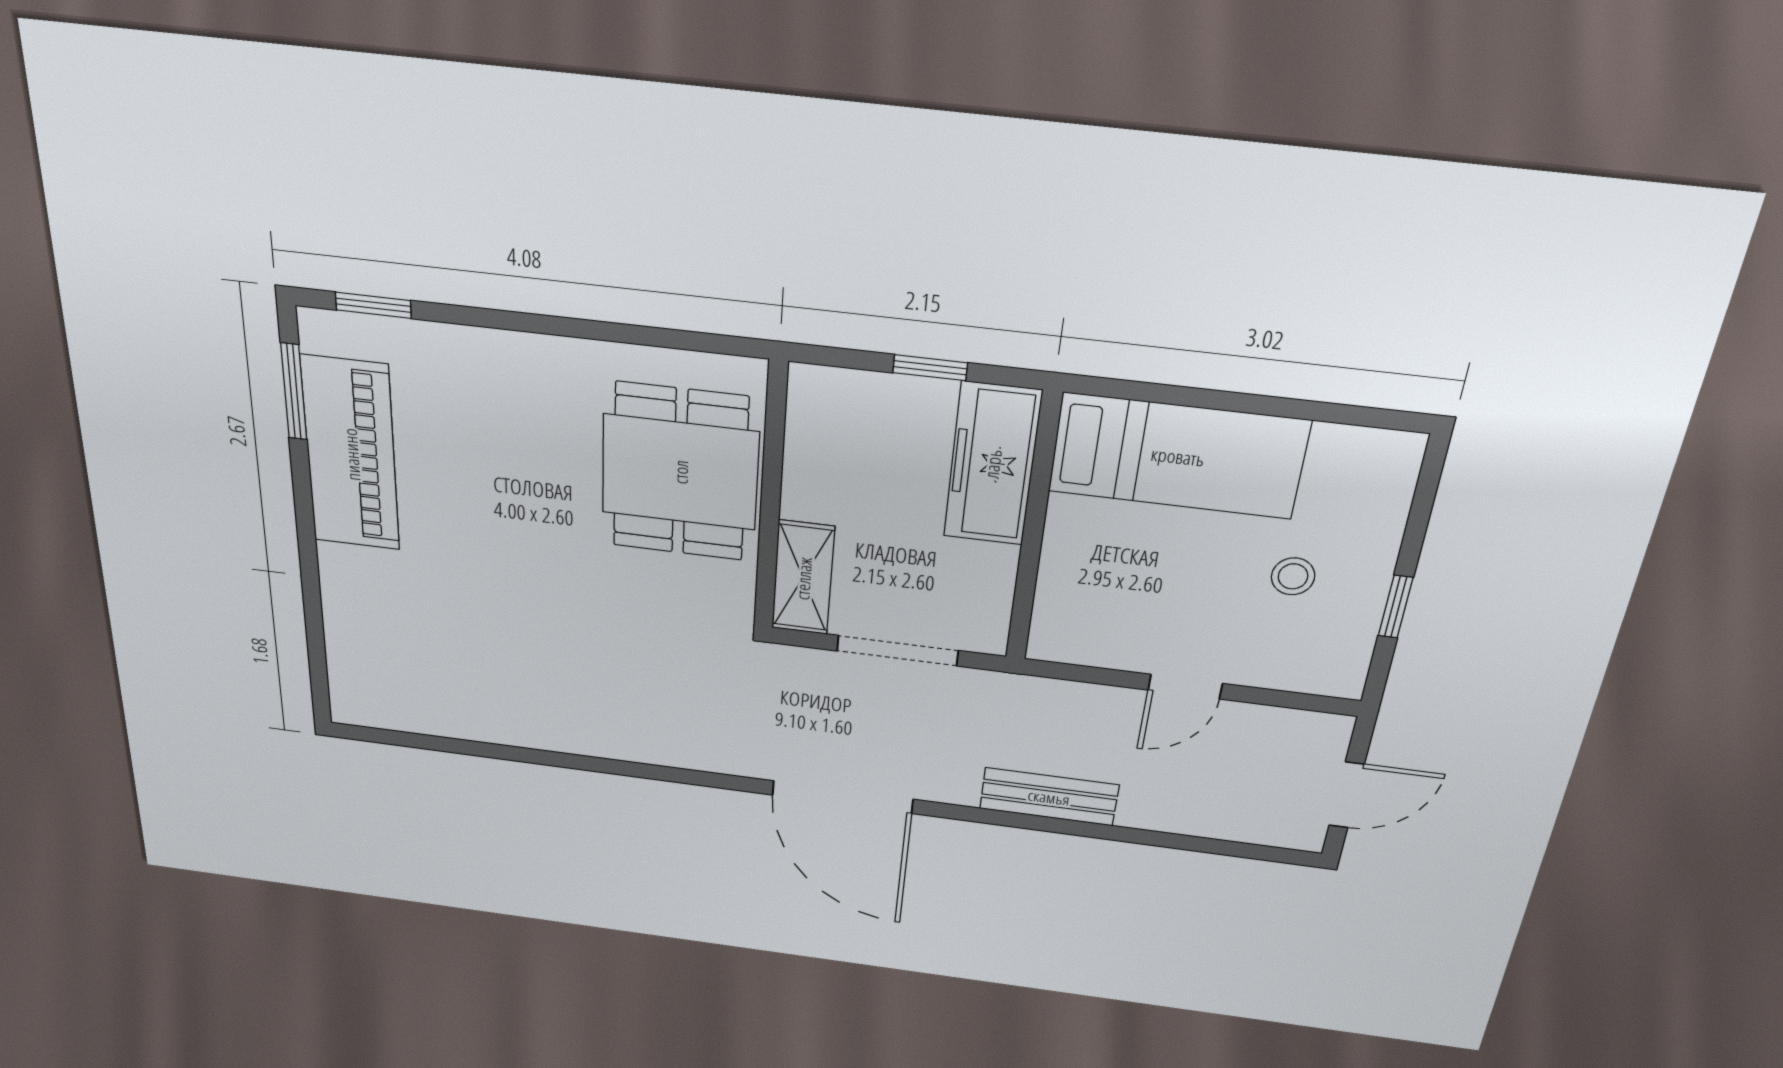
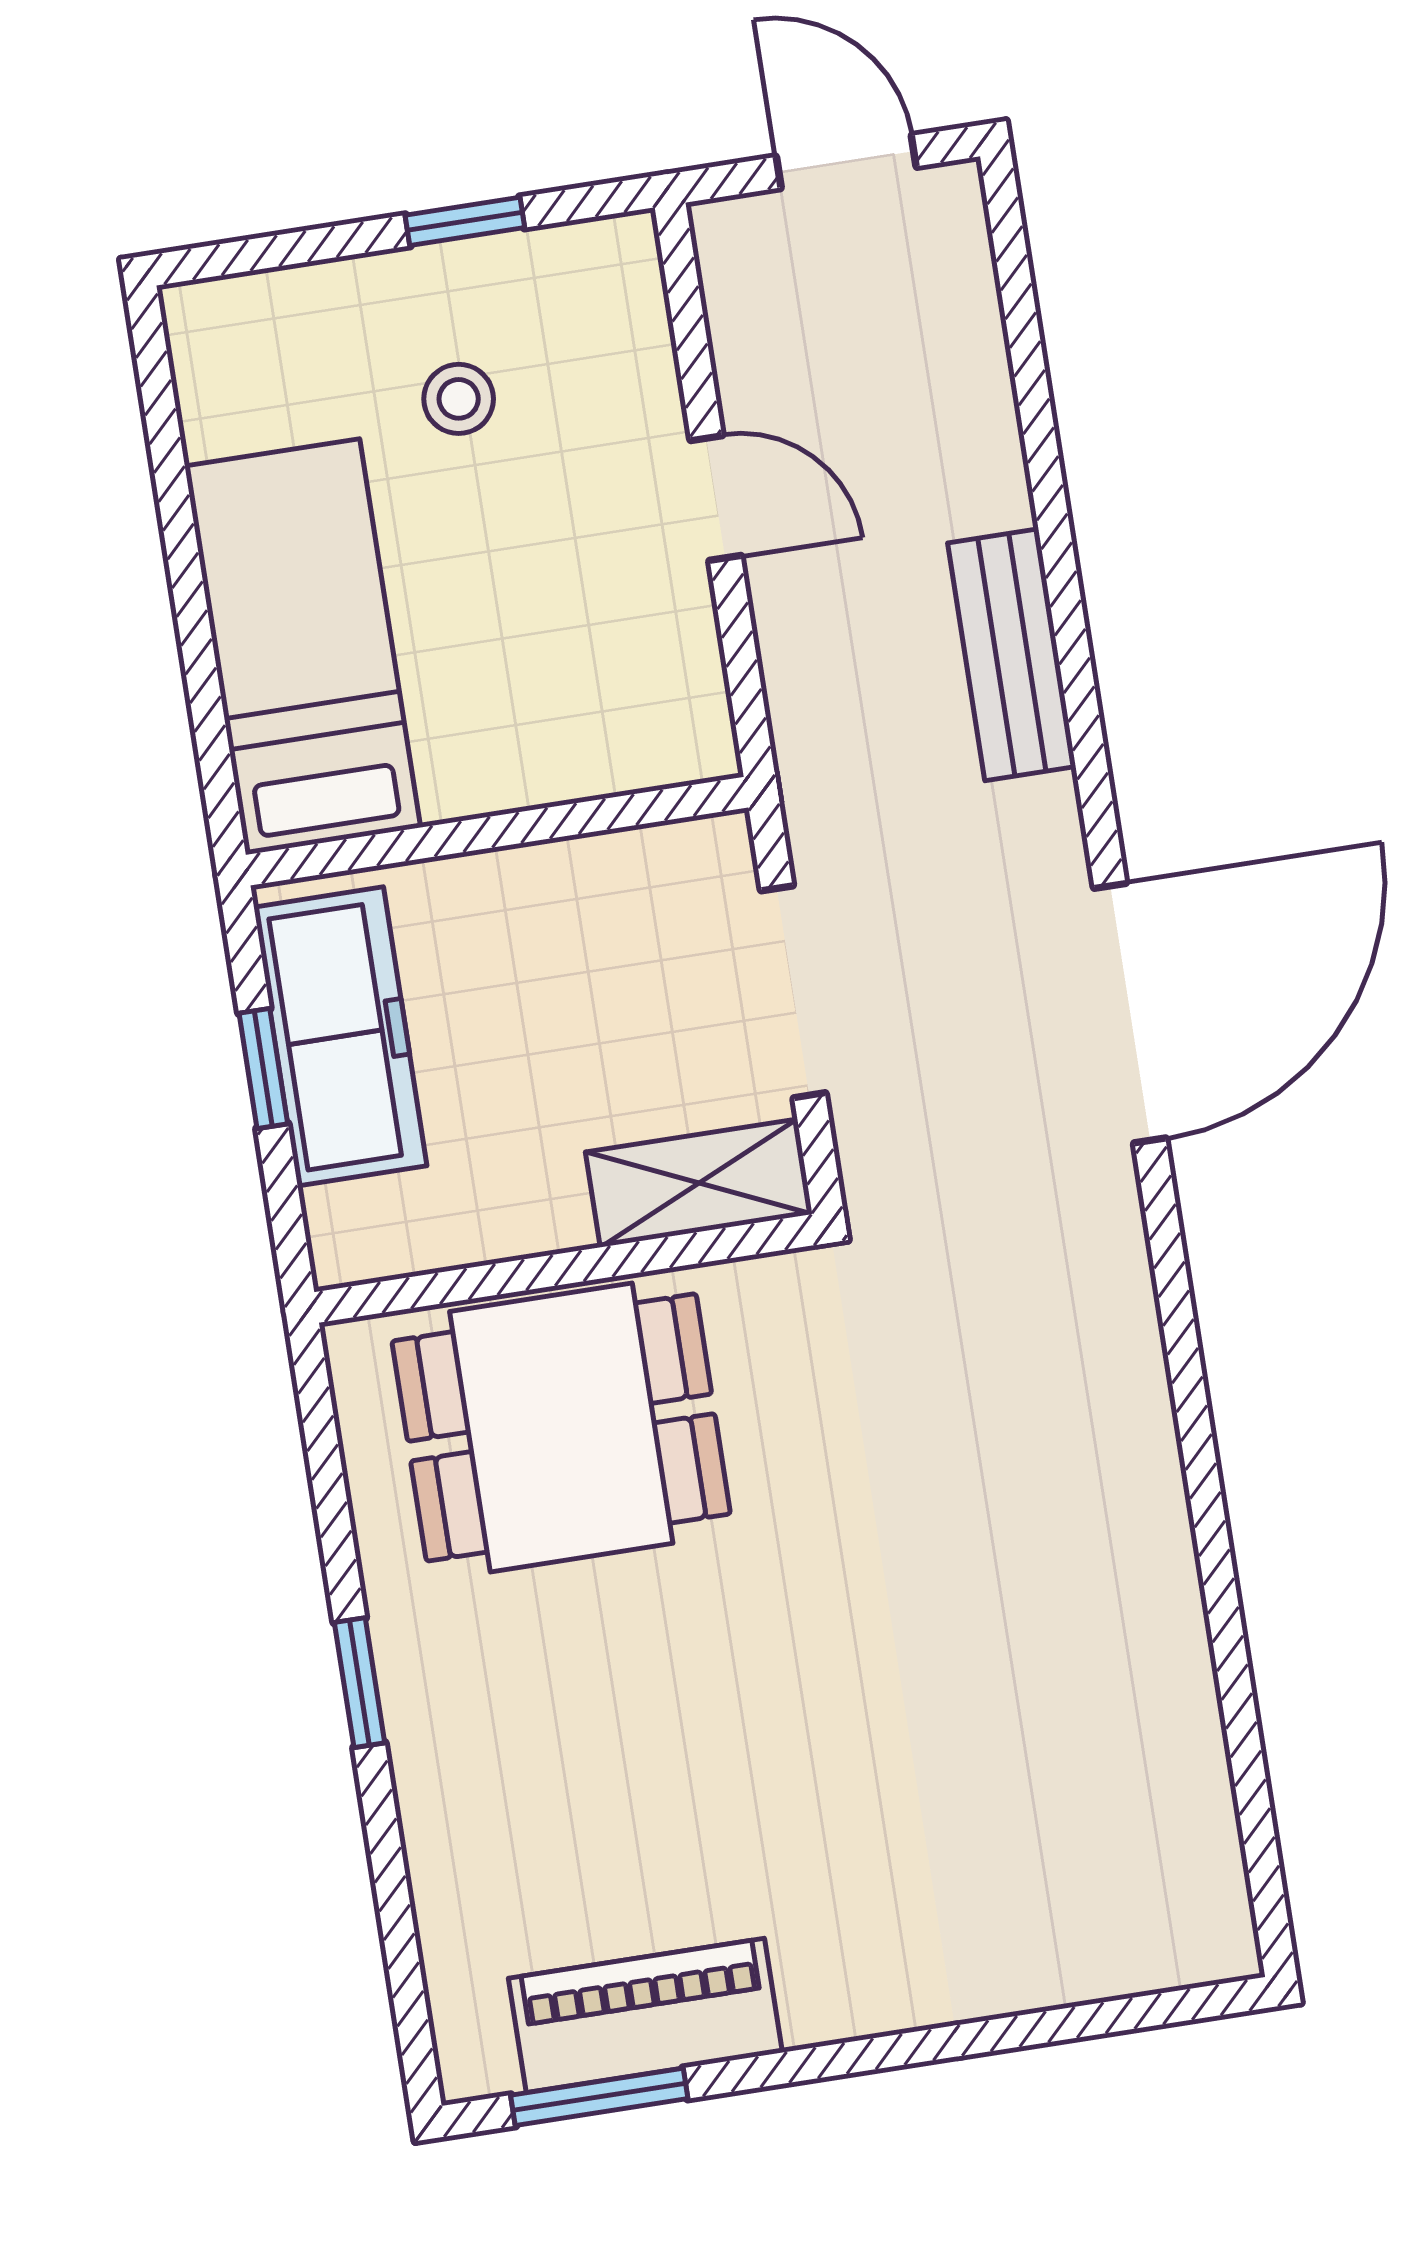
window: (373, 305) -> (360, 1683), moved
piano: (351, 454) -> (645, 2015), width x0.73, depth x0.75
freezer: (992, 464) -> (340, 1036), moved, turned -90

